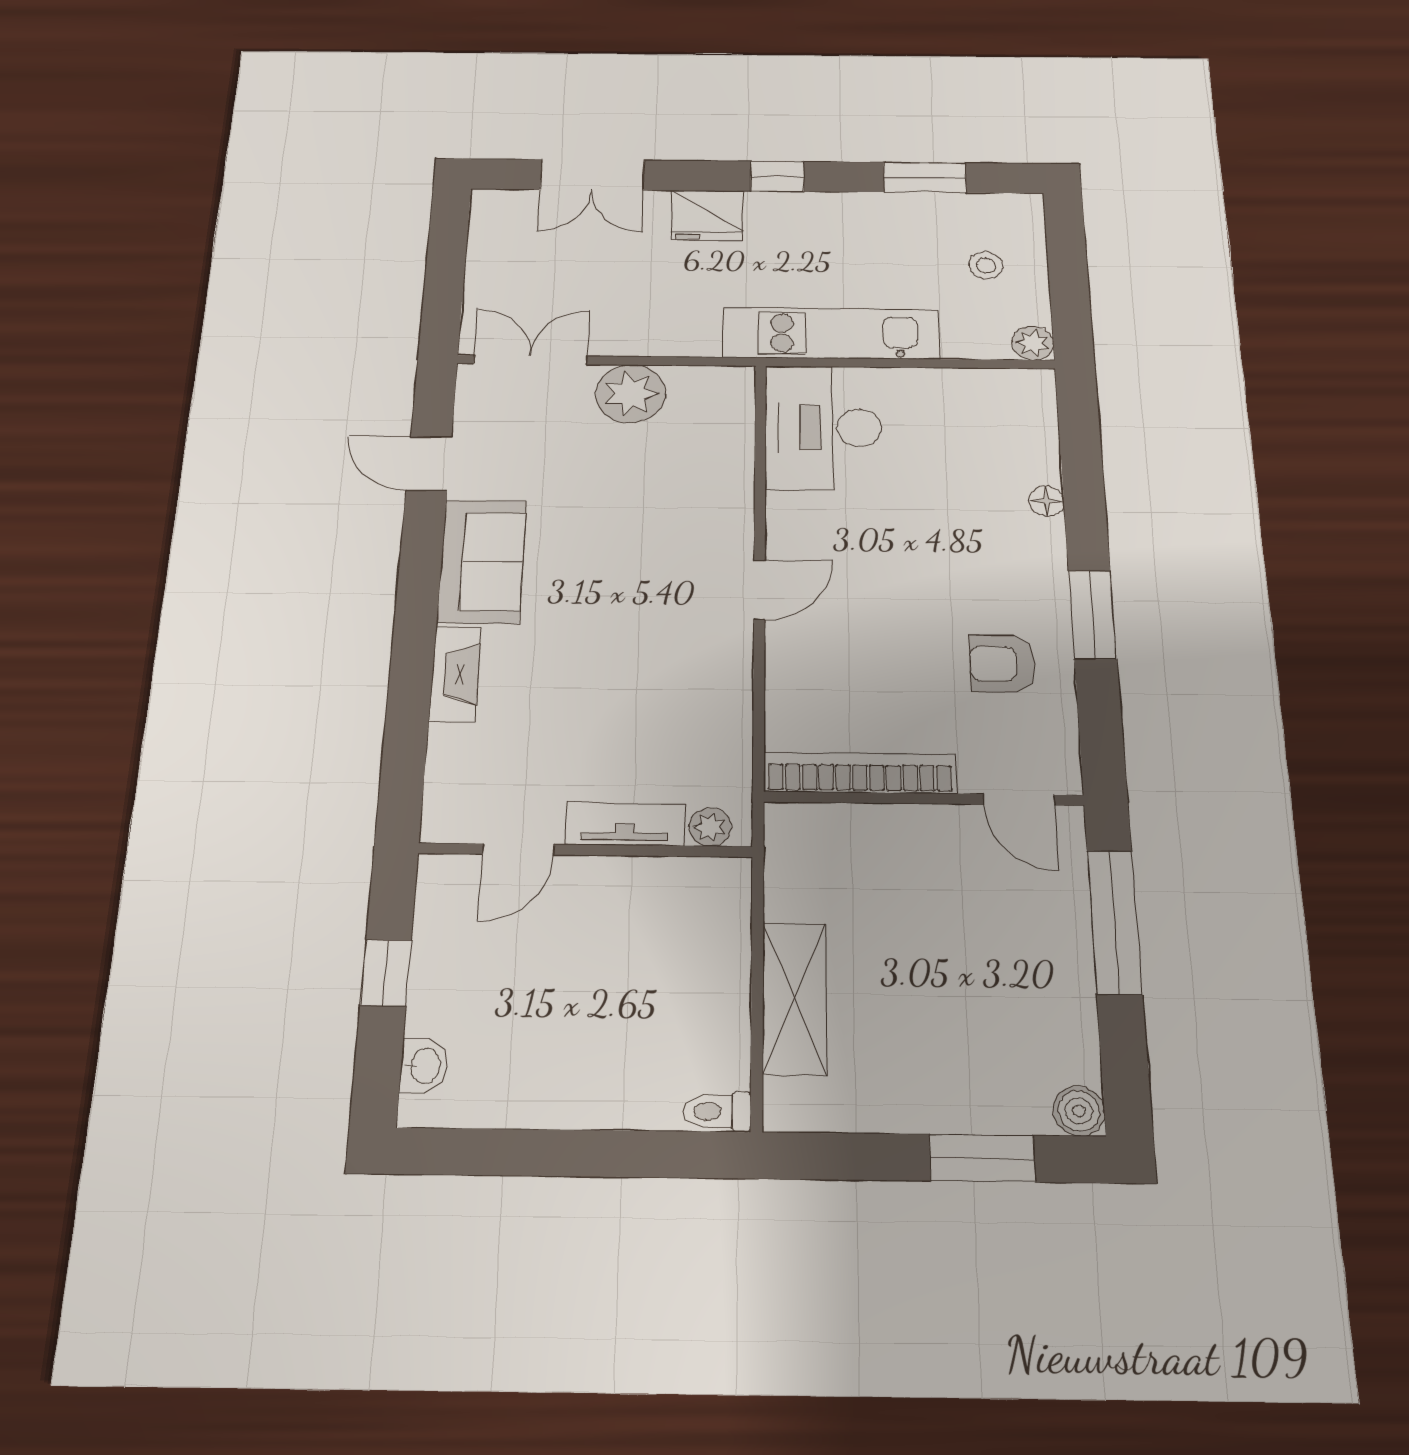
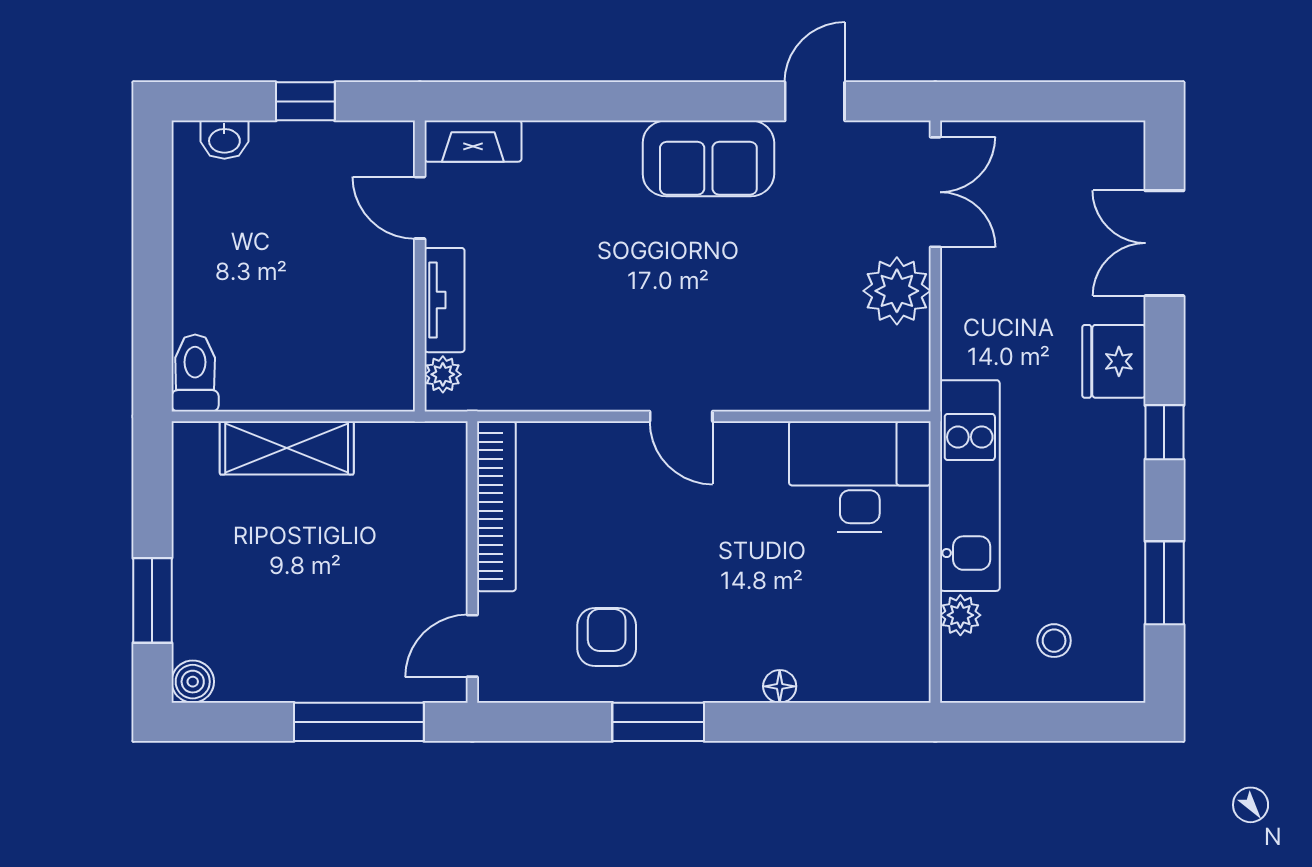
plant: (1033, 343) -> (960, 615), moved
fireplace: (455, 674) -> (473, 141), moved
toilet: (717, 1111) -> (195, 373), width x1.37, depth x1.39

